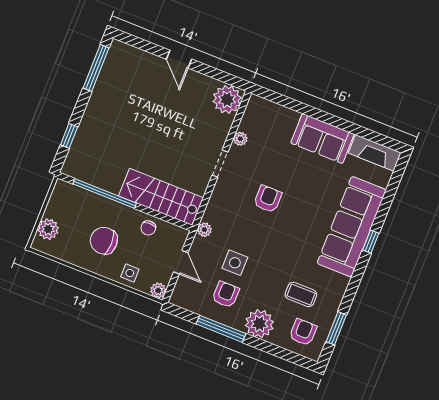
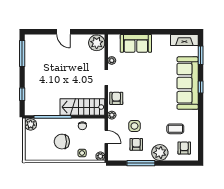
sofa: (322, 139) -> (136, 43), moved
armchair: (268, 199) -> (116, 98), moved
plant: (48, 229) -> (31, 124), moved
window: (336, 328) -> (201, 55), moved

